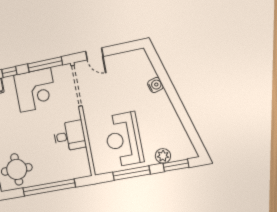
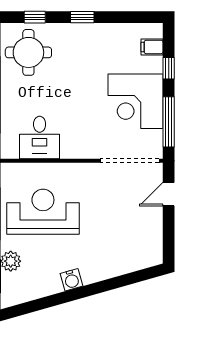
water cooler: (155, 85) -> (72, 280), moved
desk: (69, 136) -> (40, 137), moved

